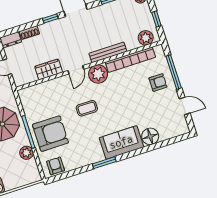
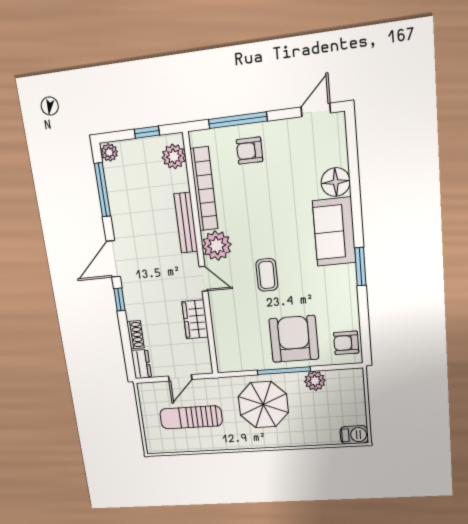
armchair: (158, 82) -> (250, 151), turned -90
door: (185, 106) -> (316, 110), moved

